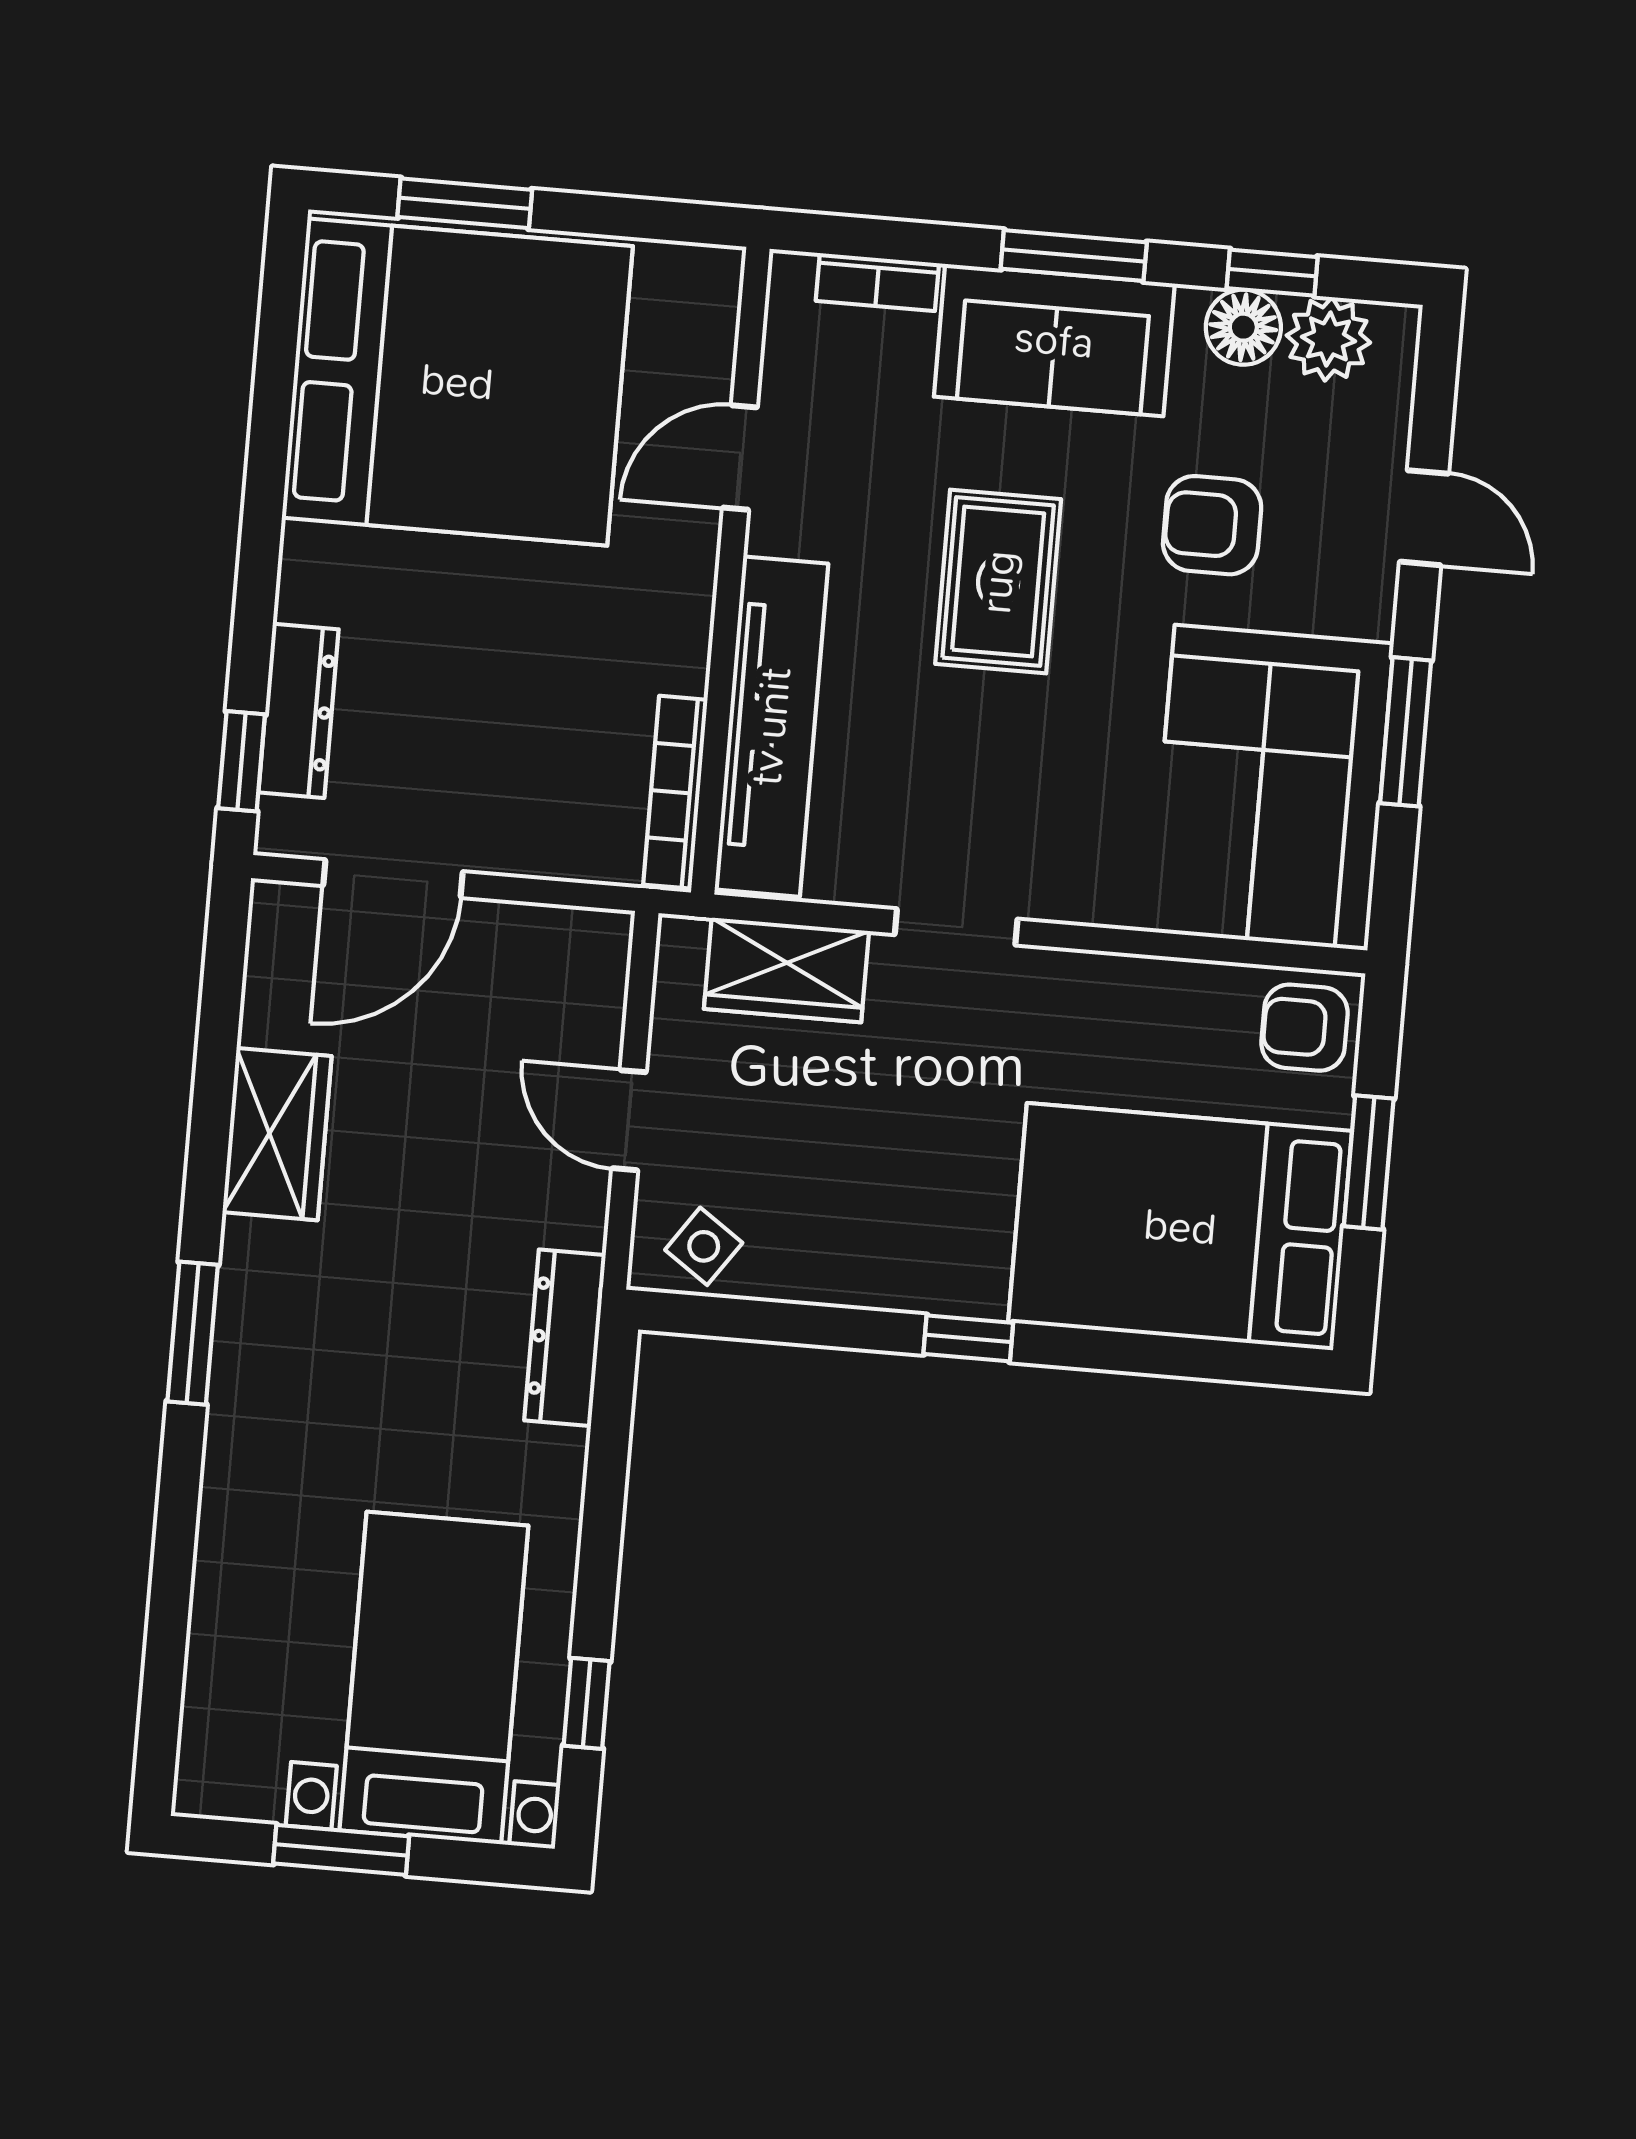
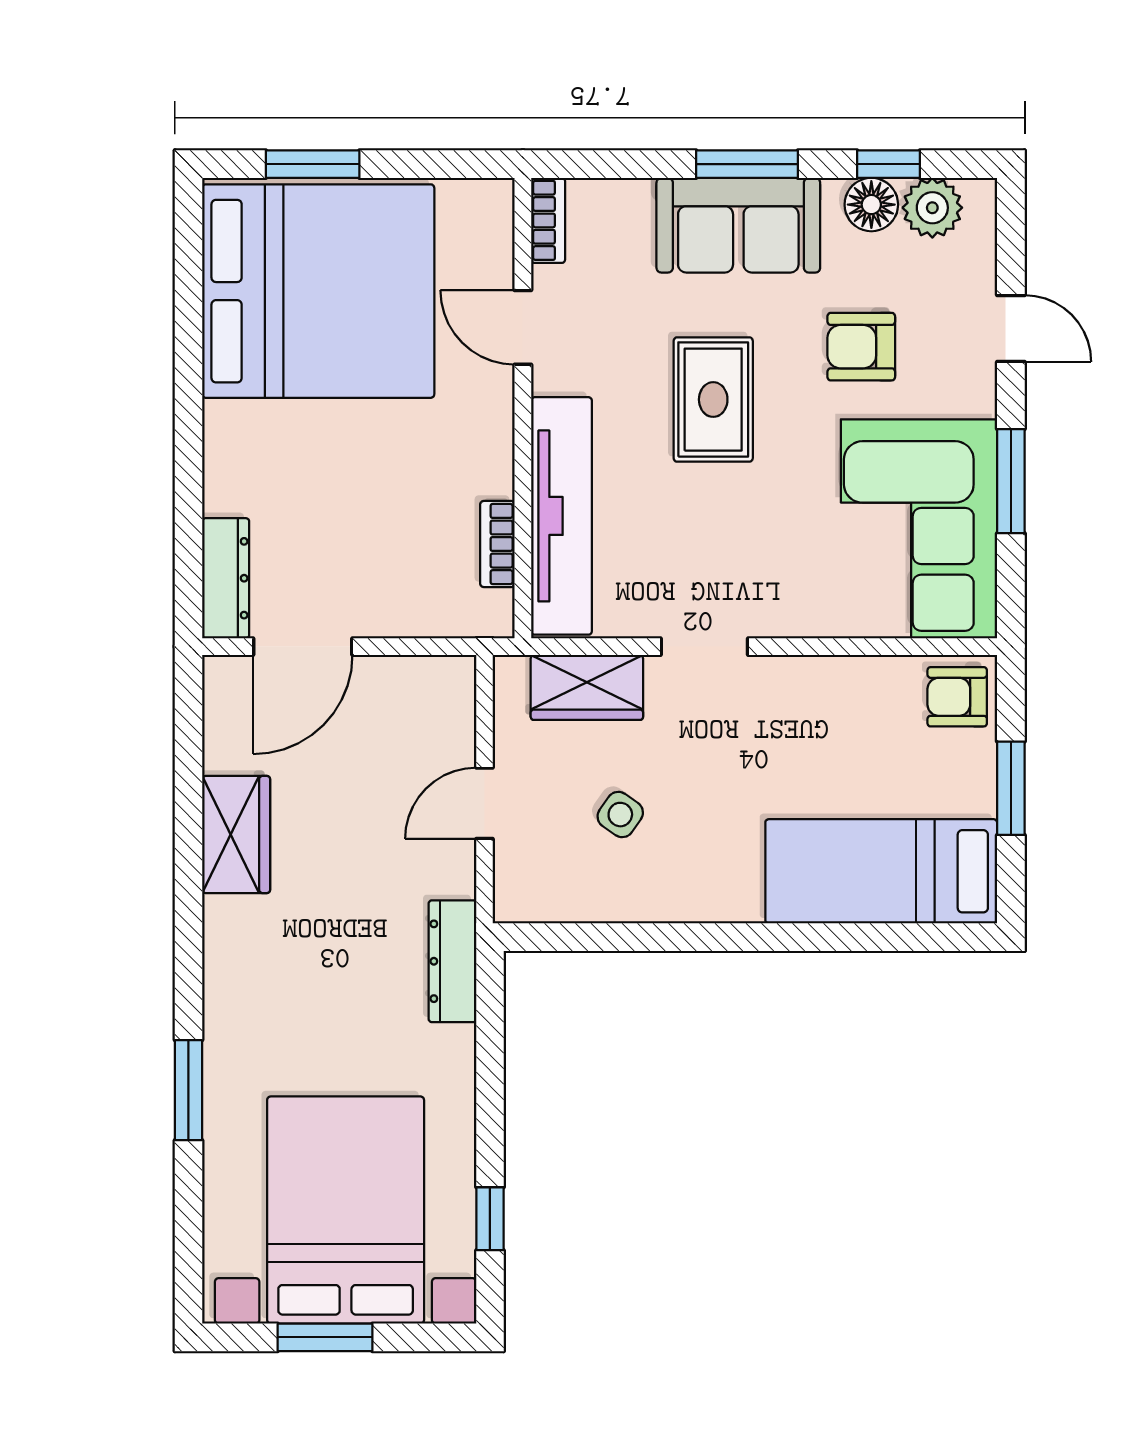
bookcase: (877, 282) -> (548, 220), moved, turned -90
door: (740, 457) -> (523, 327), hinge flipped
dresser: (298, 711) -> (226, 578), moved
window: (242, 761) -> (188, 573), removed
bookcase: (675, 792) -> (497, 544), width x0.64
door: (629, 1120) -> (485, 803), hinge flipped
bed: (1180, 1227) -> (881, 871), width x0.67
side table: (704, 1246) -> (620, 815), moved
window: (193, 1333) -> (188, 1090), moved
window: (968, 1338) -> (738, 937), removed
bed with nightstands: (434, 1678) -> (346, 1210), width x1.36

